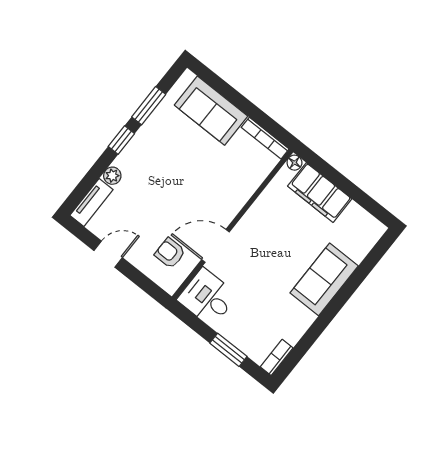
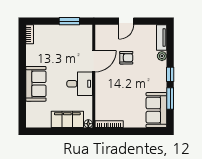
sofa: (211, 111) -> (156, 110), moved, turned -90
armchair: (170, 253) -> (126, 58), moved
door: (108, 254) -> (126, 21), moved
desk: (207, 297) -> (80, 84), moved
window: (228, 350) -> (69, 21), moved

